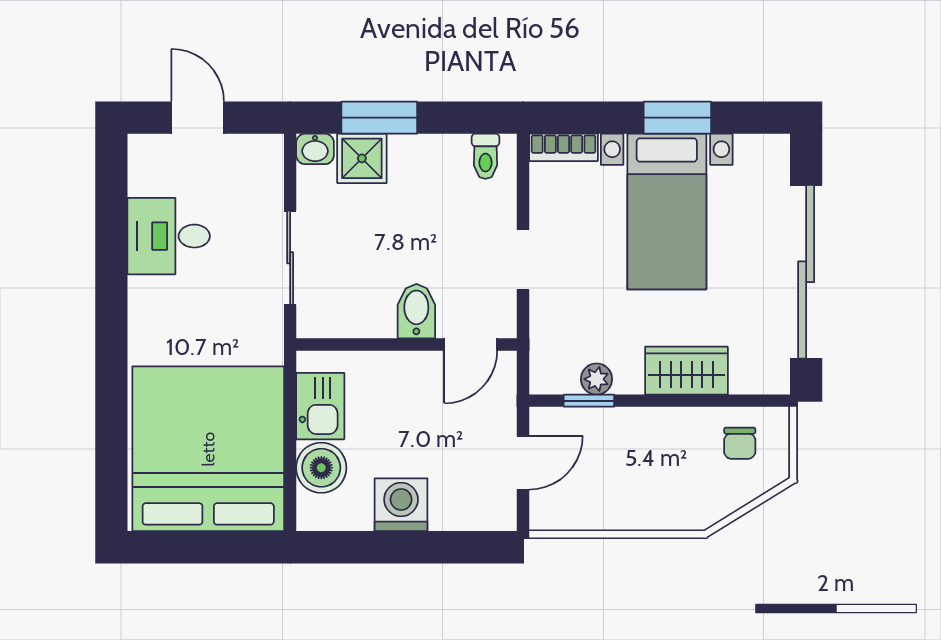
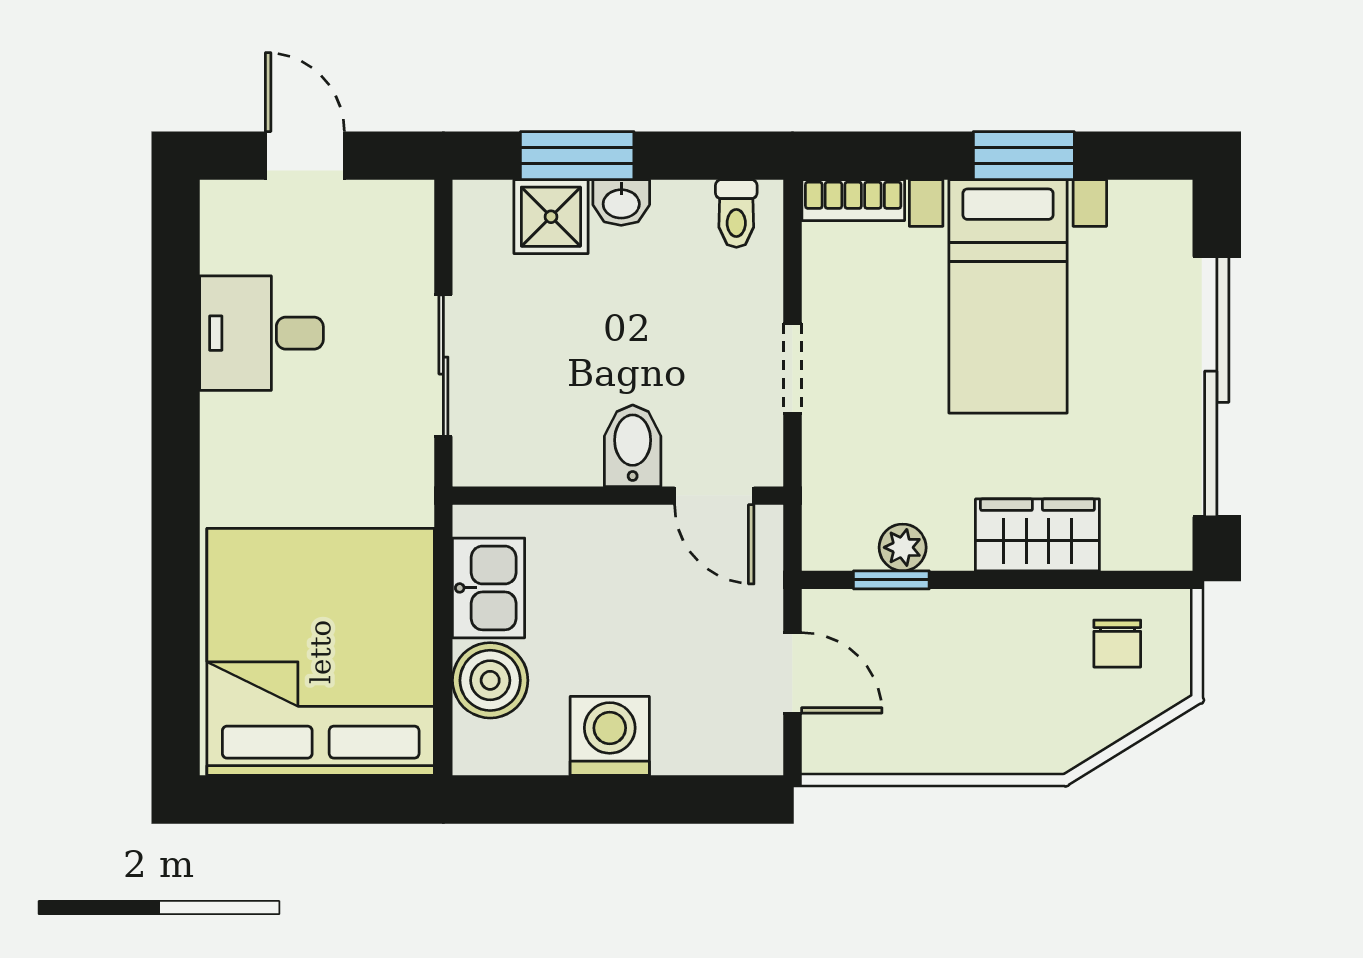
washbasin: (315, 149) -> (621, 203), moved
door: (471, 344) -> (714, 496), hinge flipped
door: (523, 463) -> (792, 673), hinge flipped

